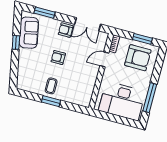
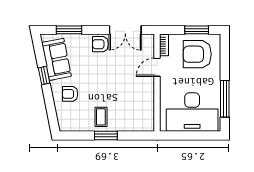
armchair: (58, 58) -> (70, 94), moved
armchair: (138, 58) -> (197, 54), turned 180

